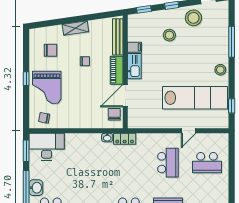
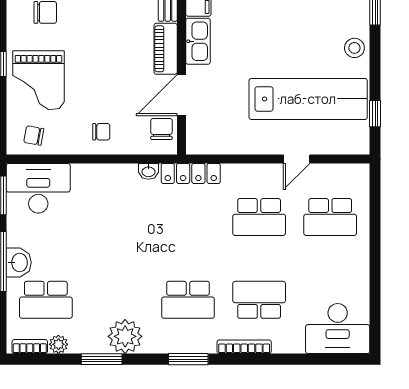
chair: (85, 61) -> (101, 132), moved
locker: (125, 139) -> (191, 173), width x1.53
school desk: (168, 163) -> (259, 217), turned 90

